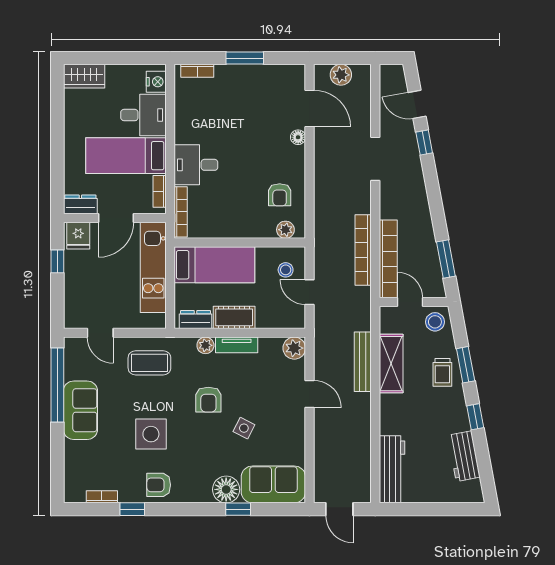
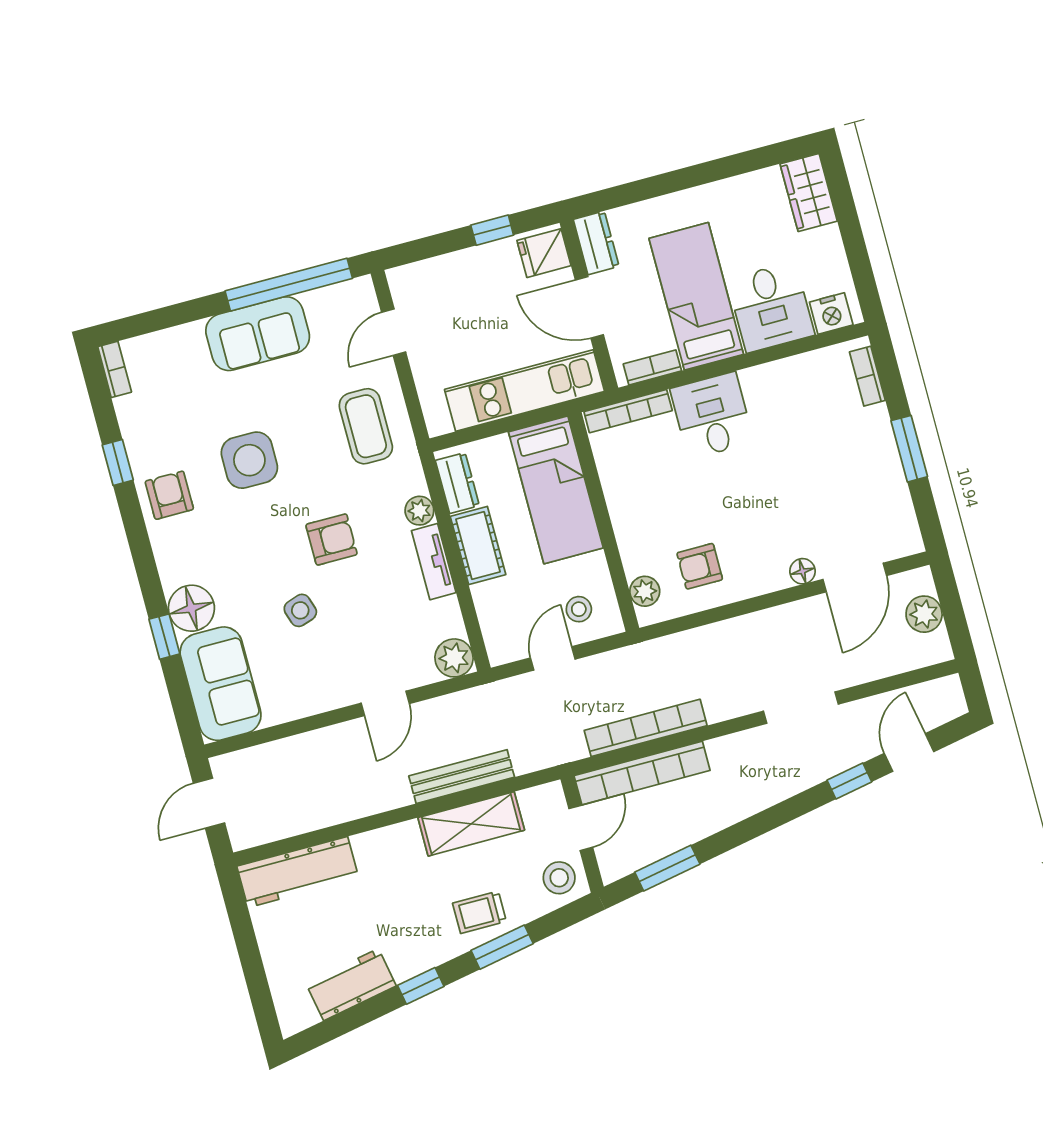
armchair: (208, 400) -> (332, 539), turned 180
side table: (244, 428) -> (300, 610), turned 45
bookcase: (102, 497) -> (115, 369), moved

